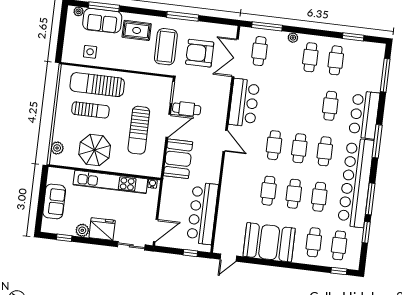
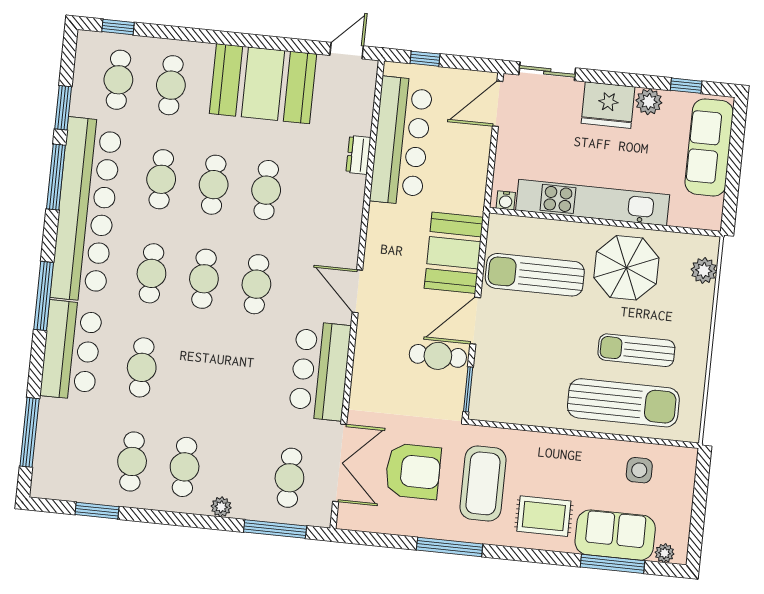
sun lounger: (139, 130) -> (535, 275), moved, turned -90
sofa: (54, 201) -> (709, 147), width x1.36
dresser: (223, 207) -> (358, 155), added

